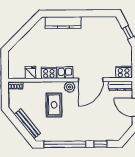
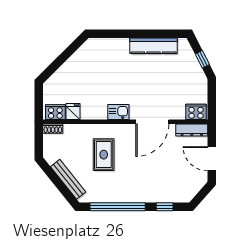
kitchen counter: (63, 23) -> (154, 46), moved
cooker: (49, 73) -> (55, 112), moved
plant: (69, 87) -> (124, 131), removed

